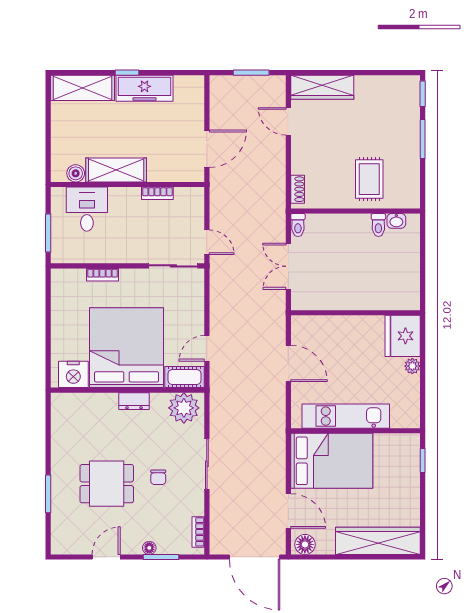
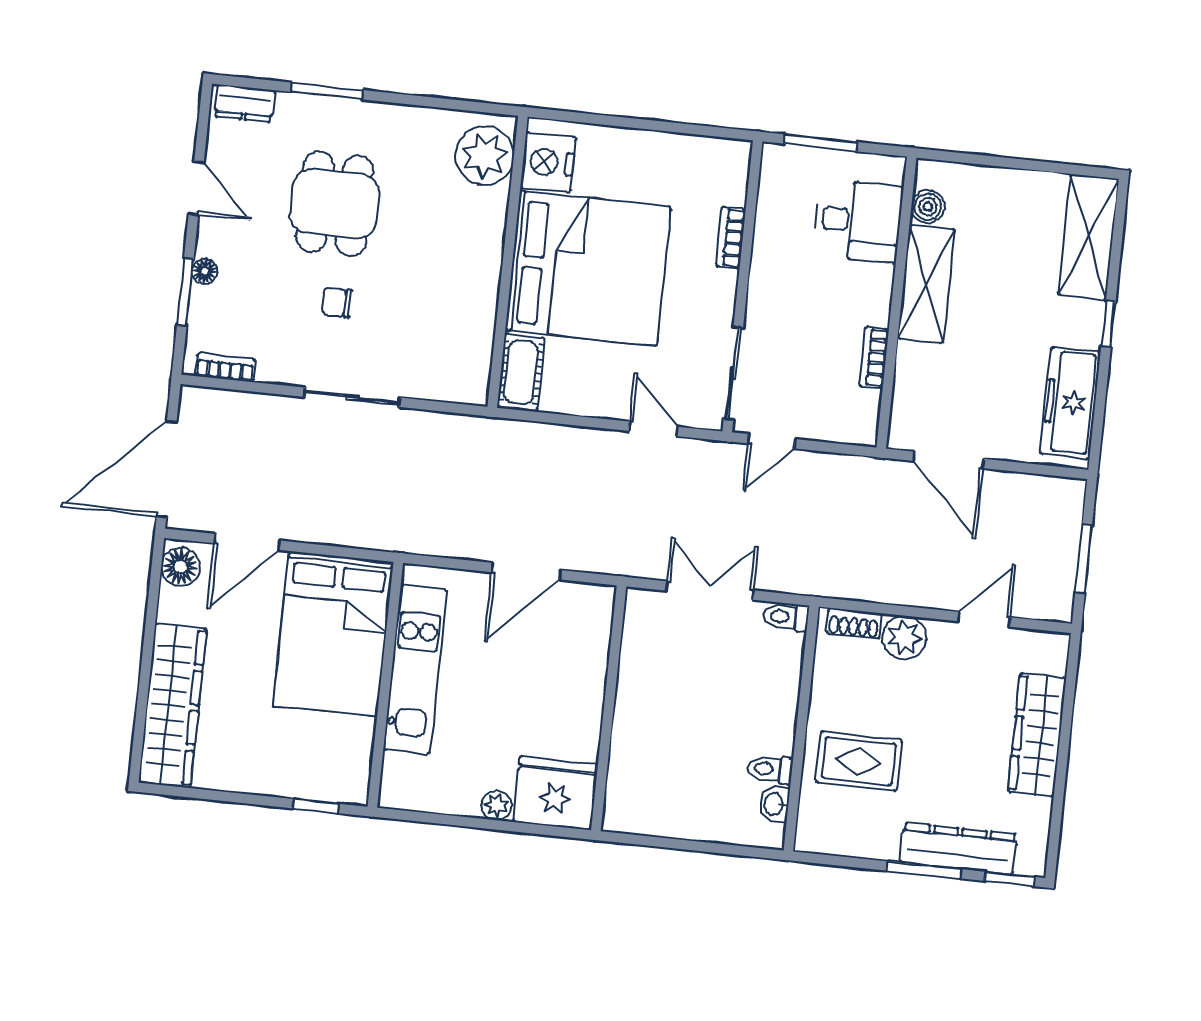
wardrobe: (322, 87) -> (1037, 735), moved
freezer: (145, 88) -> (1070, 403), moved
dresser: (410, 122) -> (958, 848), added
plant: (302, 162) -> (904, 638), added
door: (207, 348) -> (653, 429), moved
dresser: (134, 401) -> (245, 103), moved, turned -90
plant: (184, 408) -> (485, 156), moved

